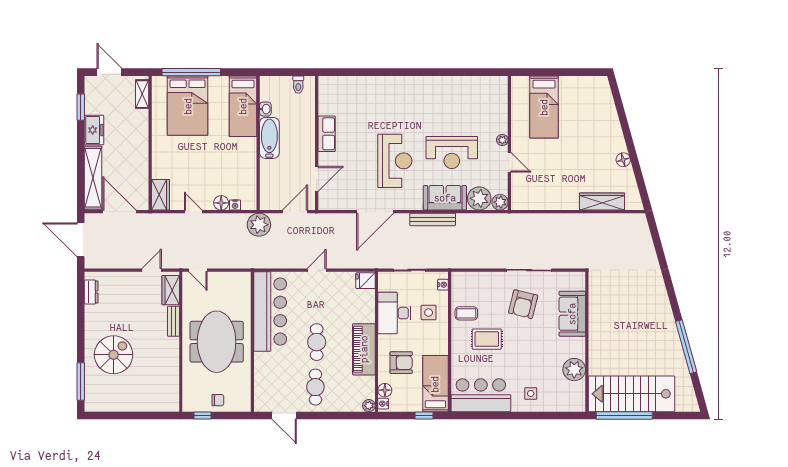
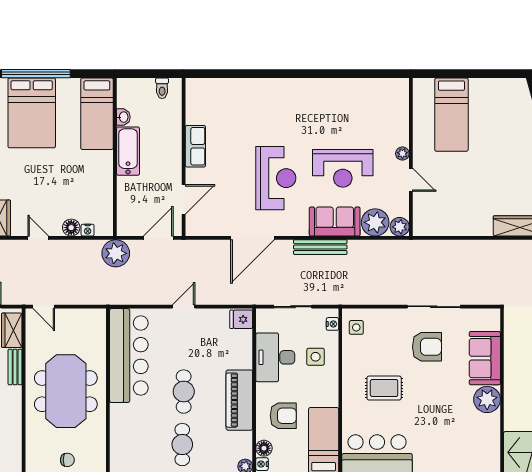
armchair: (523, 304) -> (427, 347), turned -104
coffee table: (466, 313) -> (360, 358), removed
plant: (574, 370) -> (487, 399), moved
side table: (531, 393) -> (356, 327), moved

